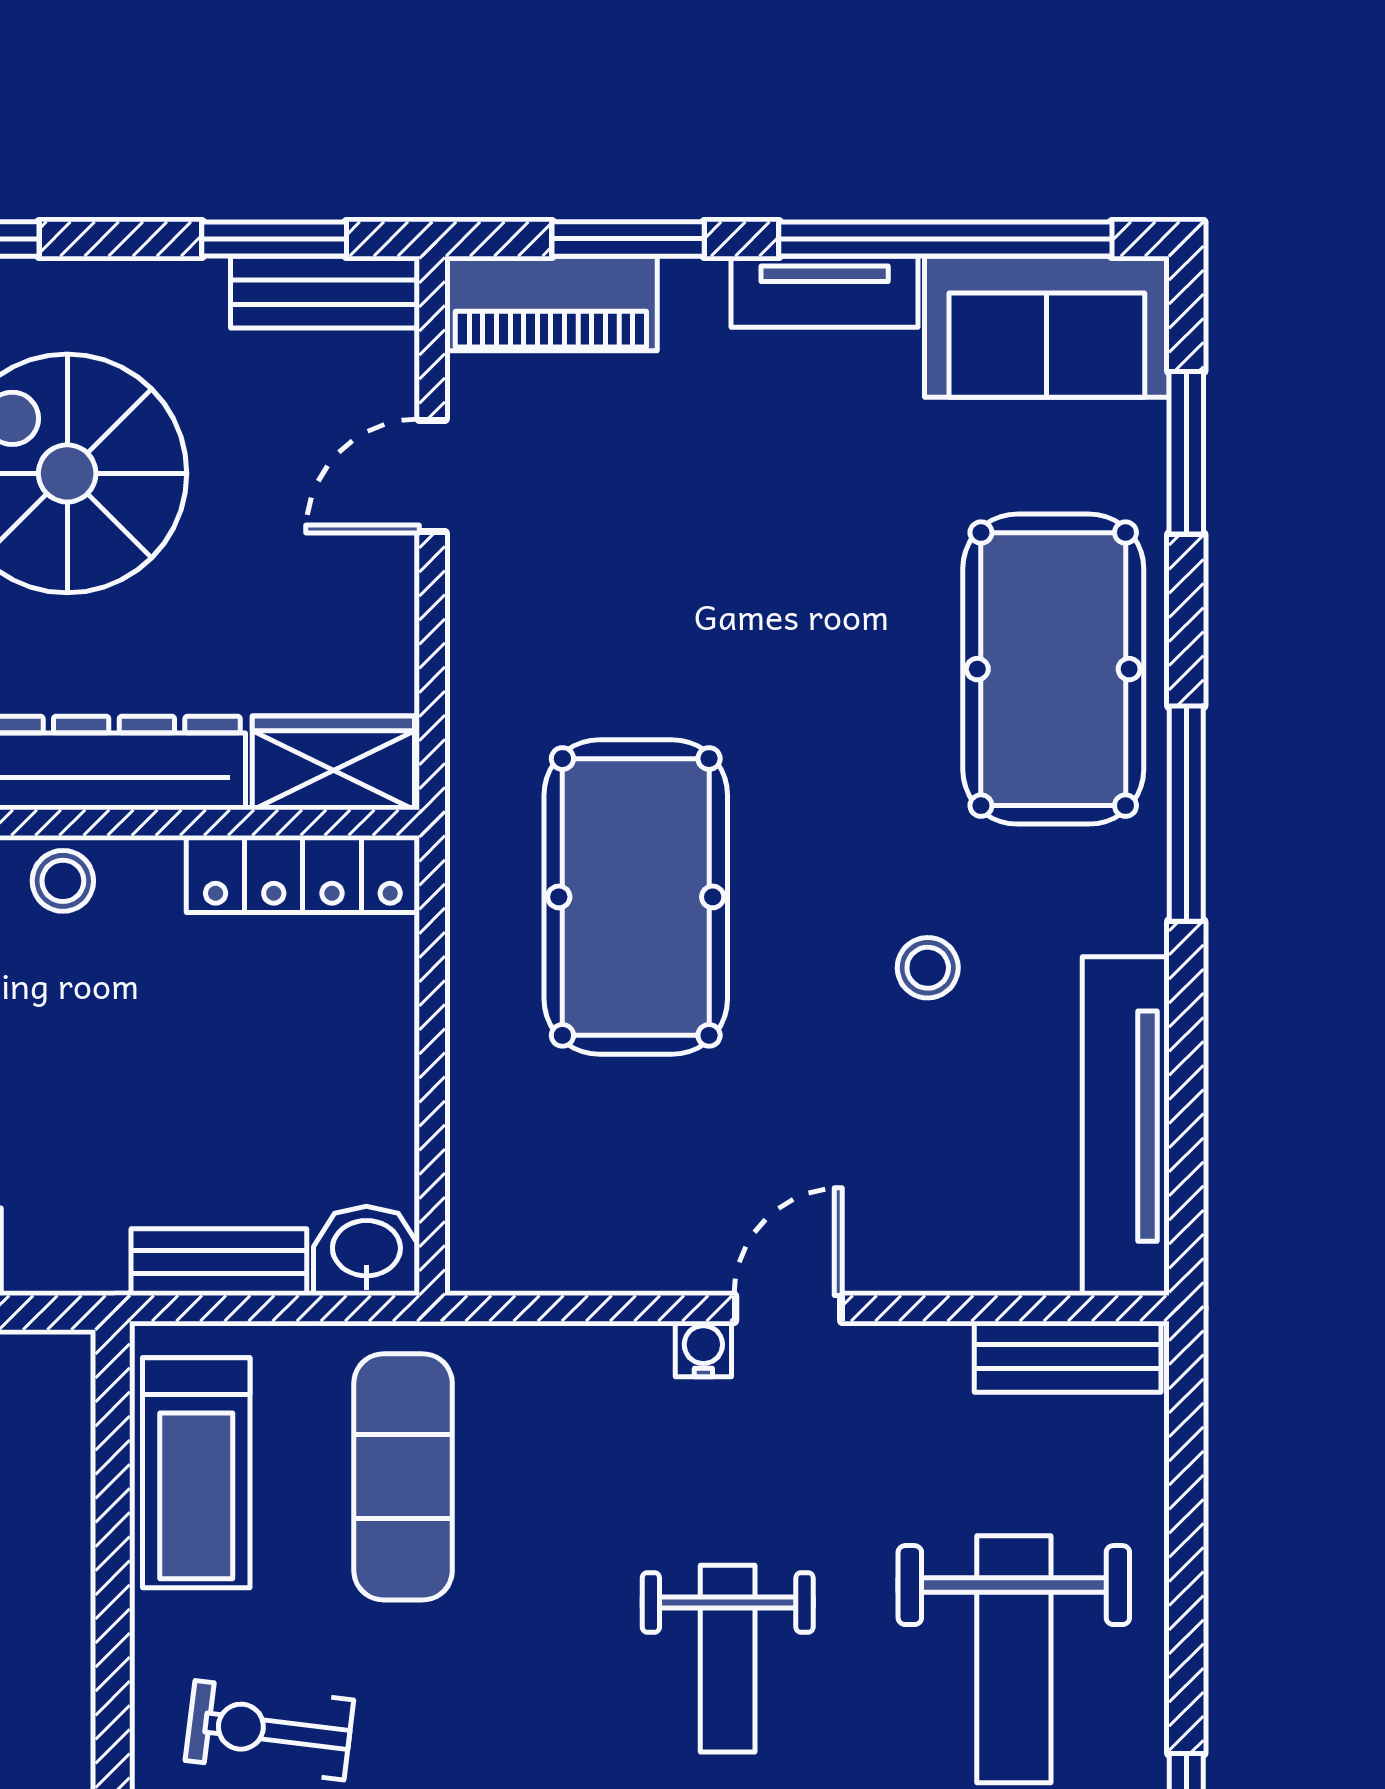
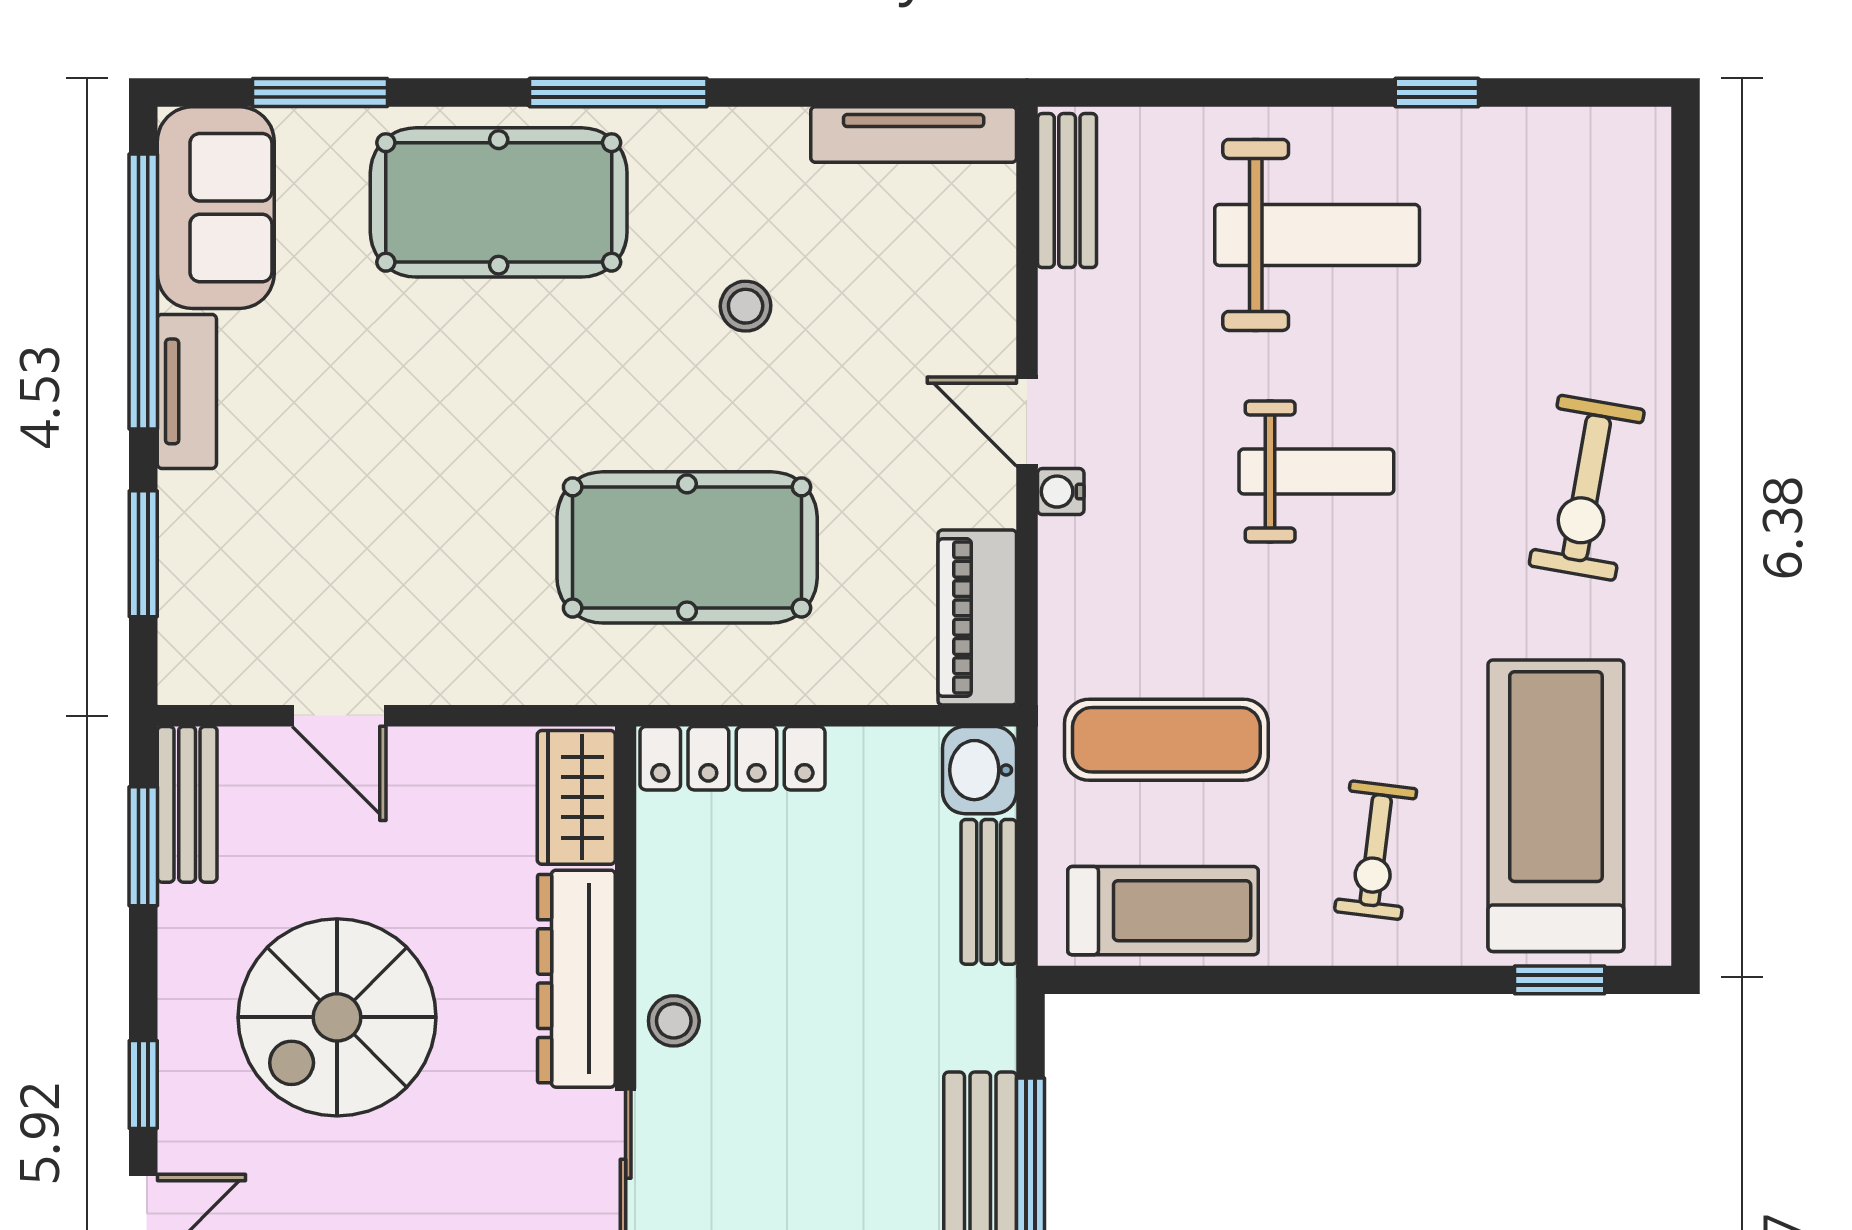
piano: (551, 303) -> (977, 618), moved, turned 180
locker: (303, 874) -> (732, 758), moved, turned 90
tv unit: (1126, 1126) -> (914, 134), width x0.73, depth x0.78

